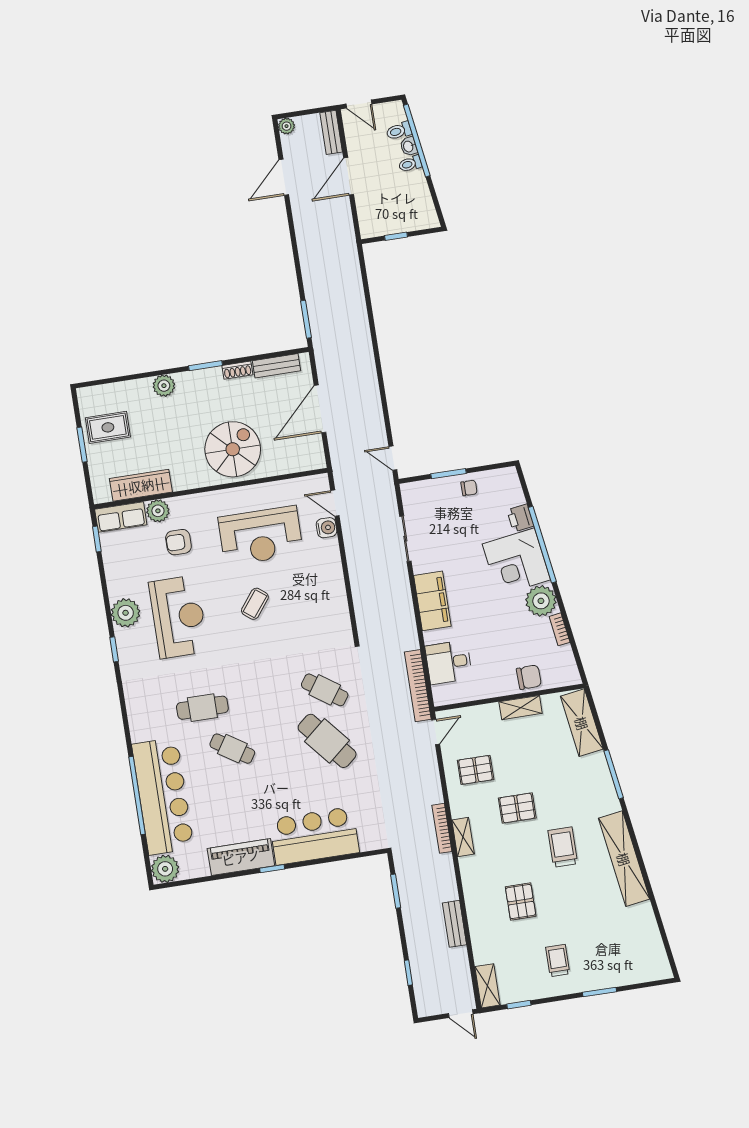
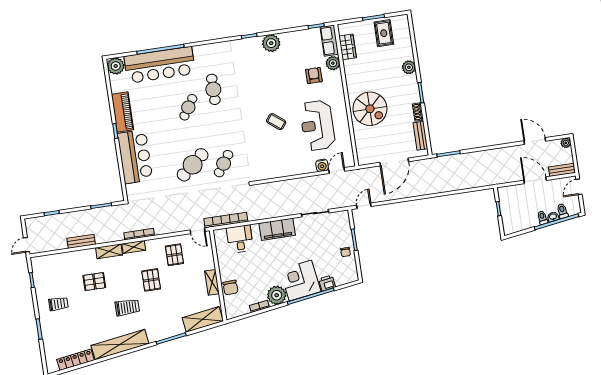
door: (320, 409) -> (394, 162), swing flipped
wardrobe: (141, 485) -> (348, 47), width x0.67
reception desk: (178, 617) -> (269, 75), removed
locker: (650, 932) -> (76, 360), added
shelving: (487, 986) -> (109, 251), moved

